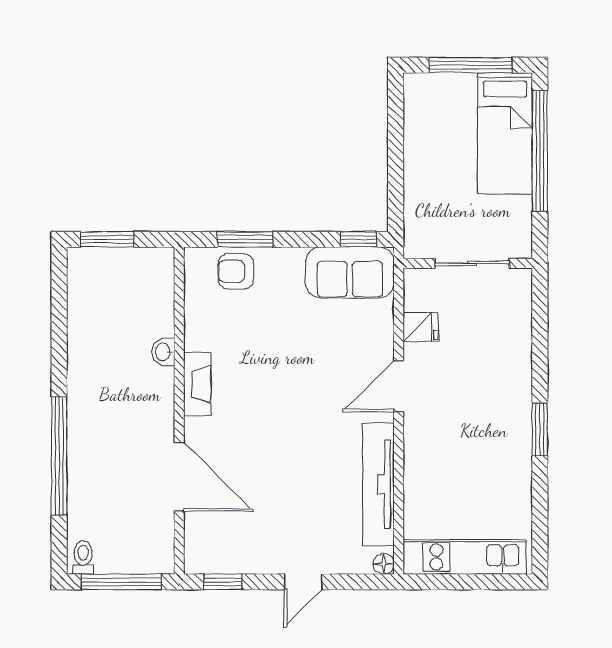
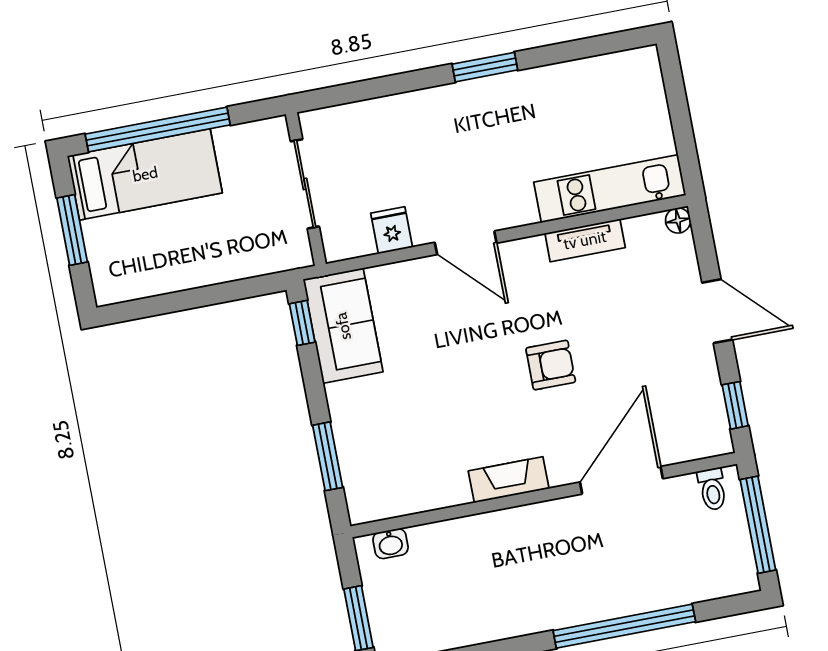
window: (471, 65) -> (72, 230), width x0.69
armchair: (236, 271) -> (551, 365), moved, turned -90
washbasin: (163, 352) -> (390, 544), moved
tv unit: (378, 484) -> (585, 240), width x0.52, depth x0.78
toilet: (83, 557) -> (712, 489), moved, turned -90
kitchen unit: (465, 557) -> (610, 189), moved, turned 90
door: (303, 582) -> (717, 311), width x1.38

